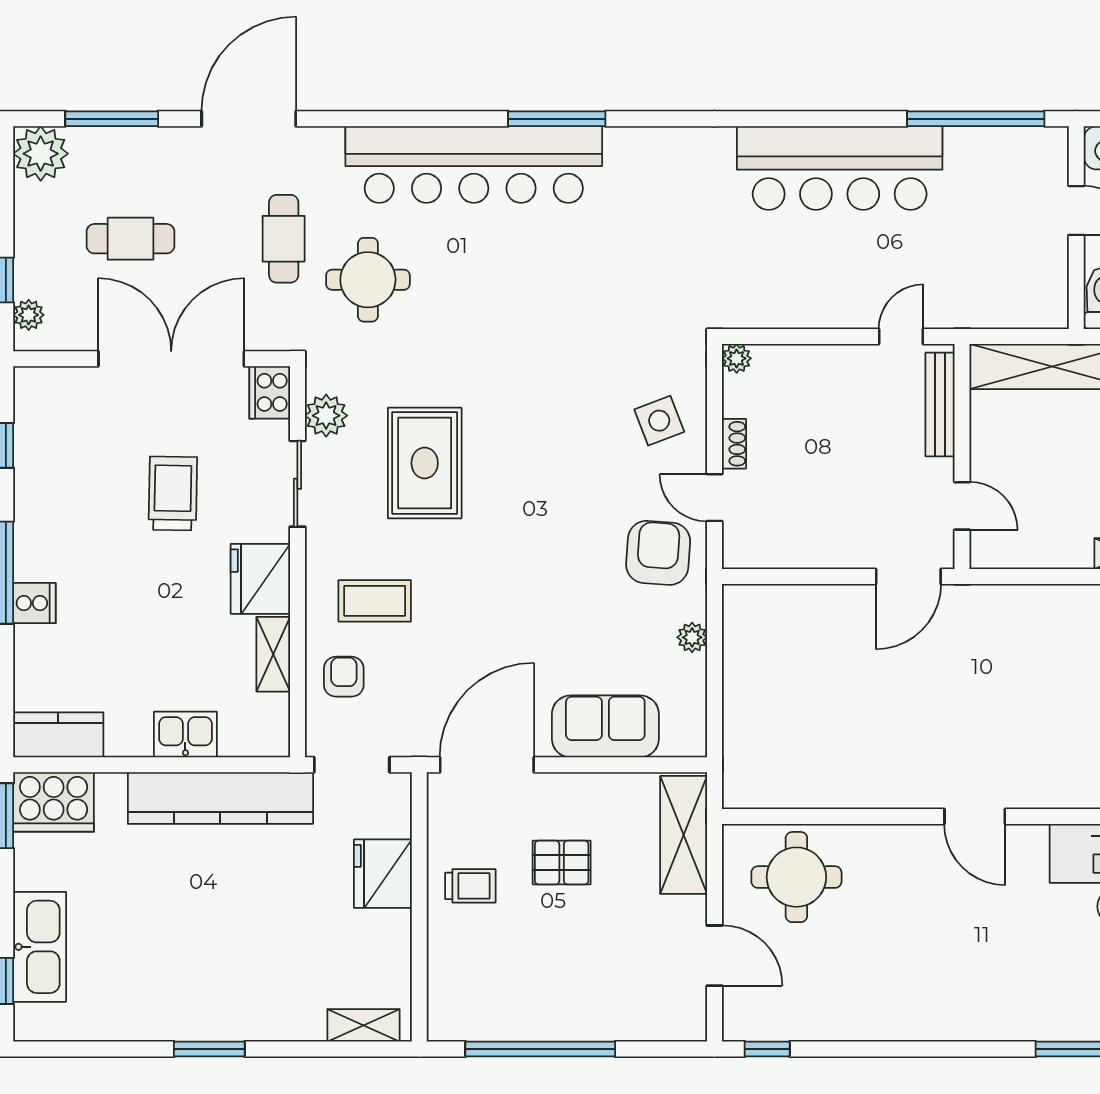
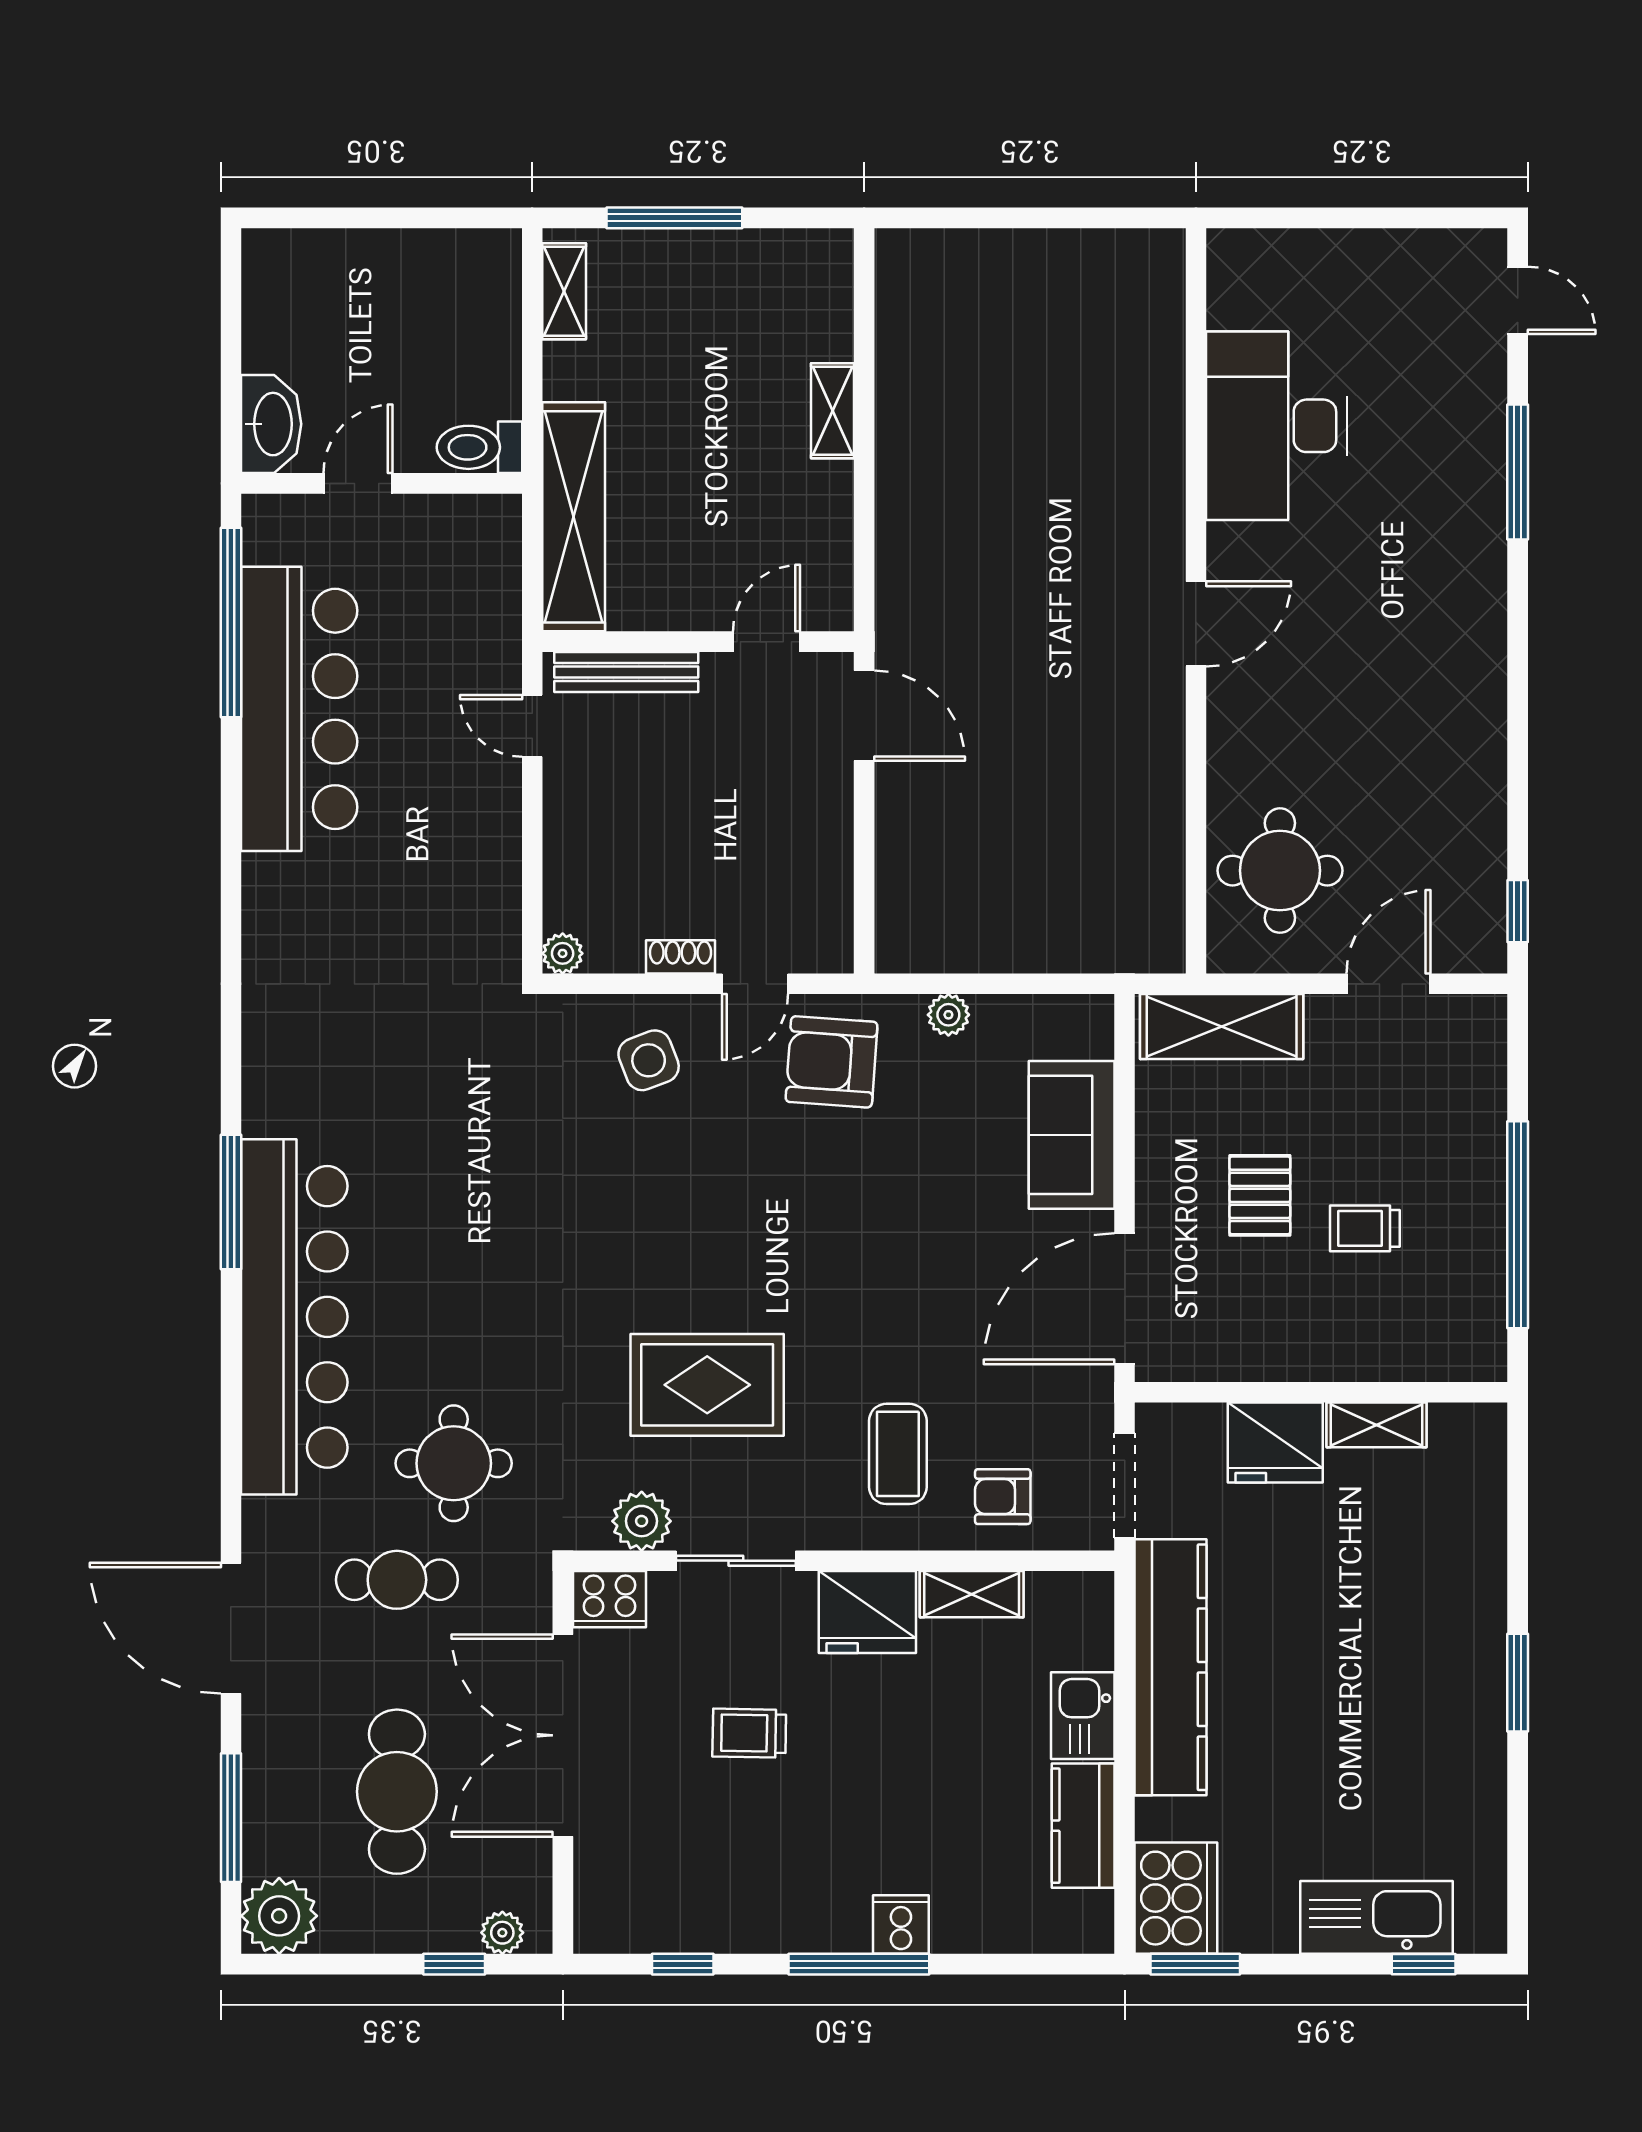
bar counter: (840, 168) -> (299, 709), moved
cafe table: (130, 239) -> (397, 1792), width x1.37, depth x1.35
trolley: (173, 493) -> (749, 1733), width x0.73, depth x0.72
kitchen counter: (58, 735) -> (1083, 1826), moved
door: (487, 765) -> (1125, 1299), hinge flipped
trolley: (470, 886) -> (1365, 1228), moved, turned -90
shelving: (363, 1025) -> (1377, 1425), moved, turned 90

